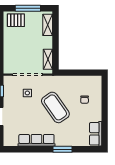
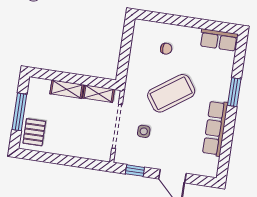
shelving: (48, 25) -> (67, 89), moved

